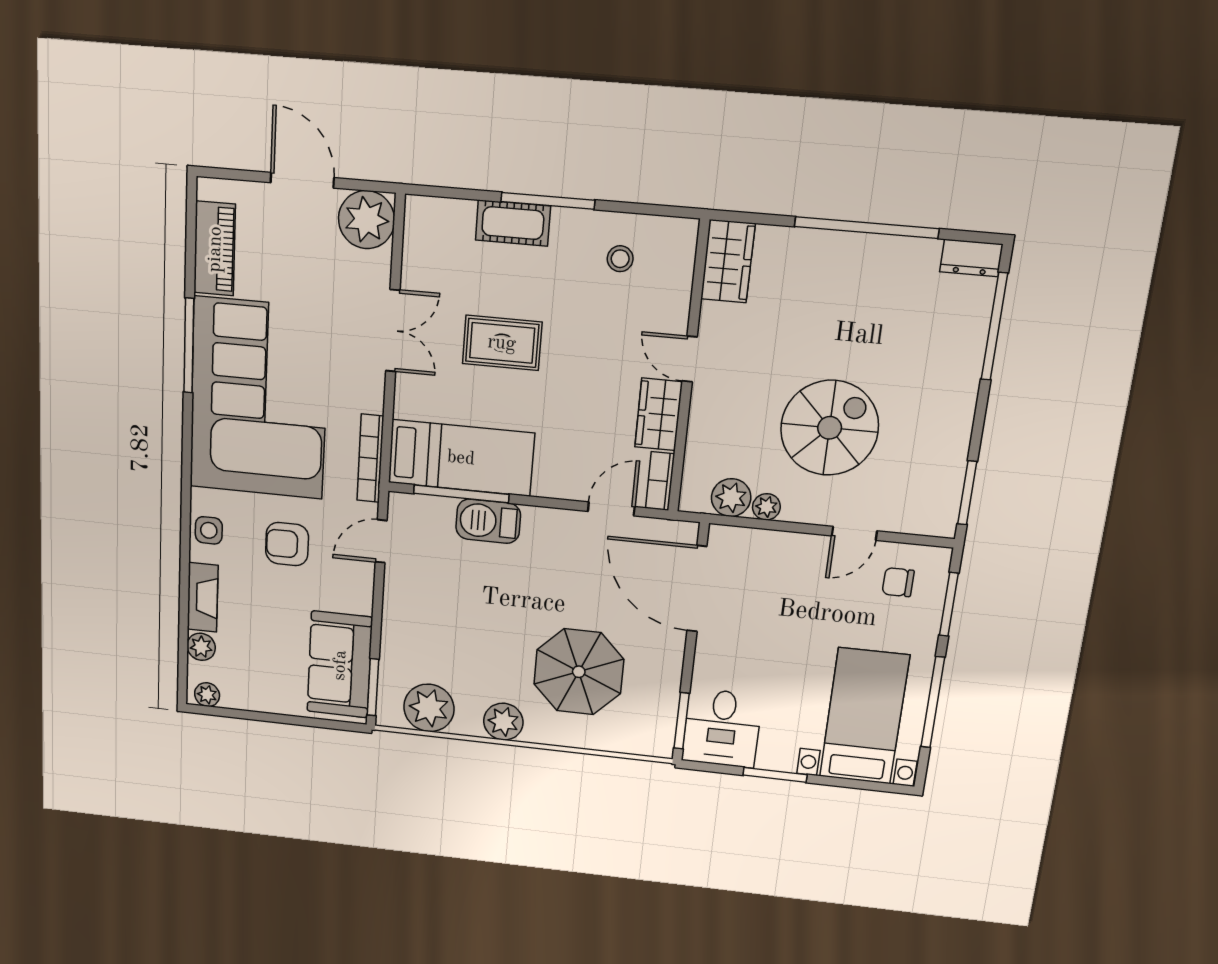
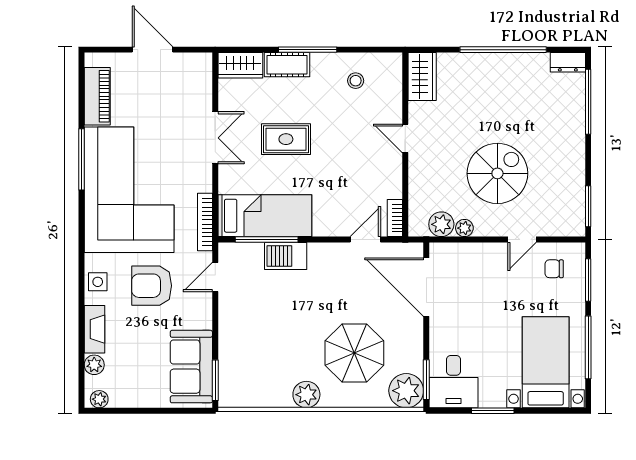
plant: (367, 220) -> (195, 70), removed
wardrobe: (659, 414) -> (240, 65), moved, turned -90
armchair: (287, 544) -> (152, 286), width x1.38, depth x1.38
plant: (429, 708) -> (406, 391), moved

